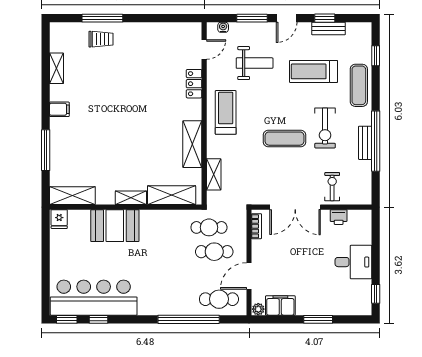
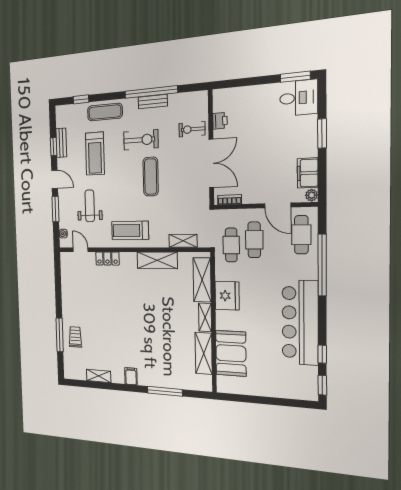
shelving: (72, 196) -> (204, 353), moved
fridge: (59, 219) -> (227, 296), moved, width x1.88, depth x1.34
booth: (115, 226) -> (231, 353), moved
desk: (353, 262) -> (299, 98), moved, turned 90
window: (376, 294) -> (295, 77), width x1.50
bar counter: (94, 298) -> (300, 323), moved

